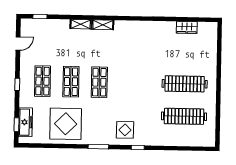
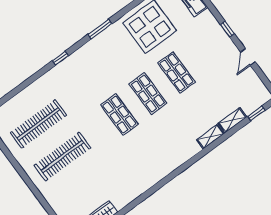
shelving: (103, 25) -> (232, 120), moved
door: (18, 44) -> (248, 57), moved
shop shelf: (42, 81) -> (119, 115), moved
display table: (125, 130) -> (86, 66), removed

